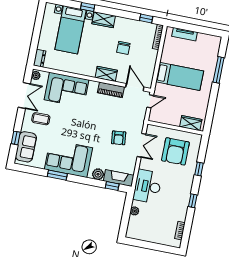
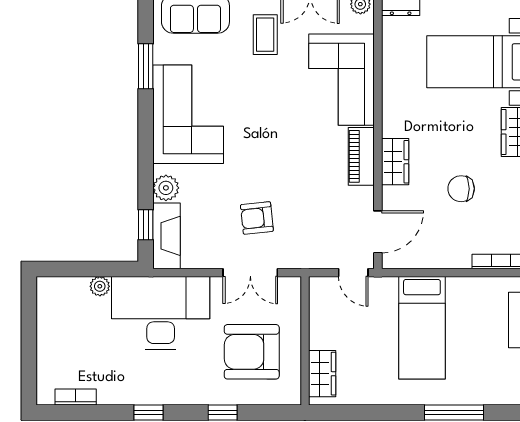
piano: (111, 90) -> (361, 156), moved
window: (57, 175) -> (146, 66), moved
desk: (147, 186) -> (161, 313), width x1.36, depth x1.30

